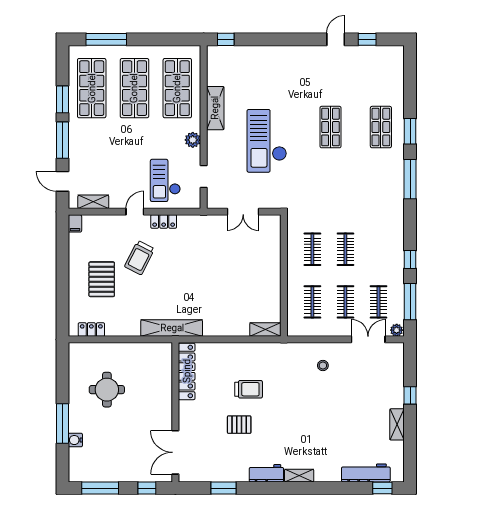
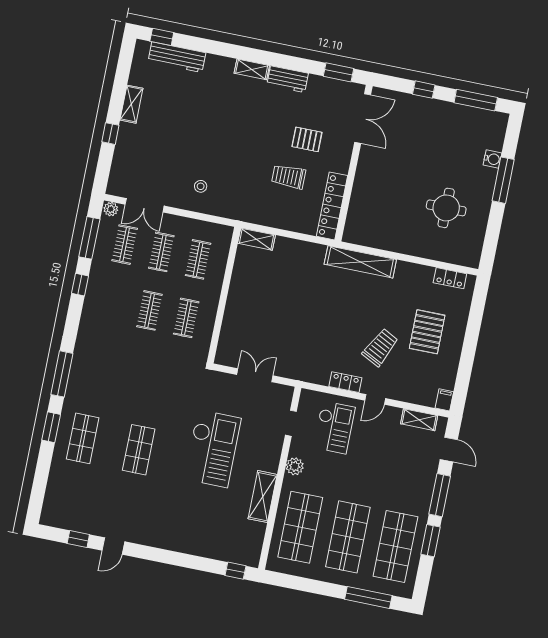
locker: (187, 371) -> (332, 206), moved
wall: (175, 412) -> (354, 163), moved
double door: (175, 452) -> (363, 119), moved

